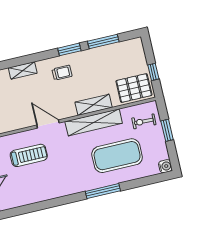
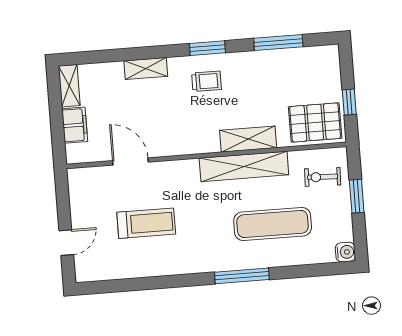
window: (69, 49) -> (207, 48), moved
door: (48, 124) -> (130, 161), moved
treadmill: (29, 155) -> (146, 223), moved
exercise mat: (117, 156) -> (273, 224), width x0.68

